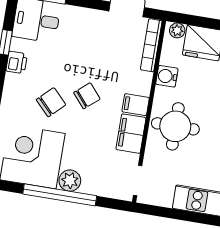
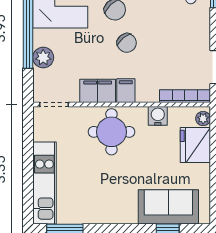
plant: (70, 181) -> (43, 58), moved

